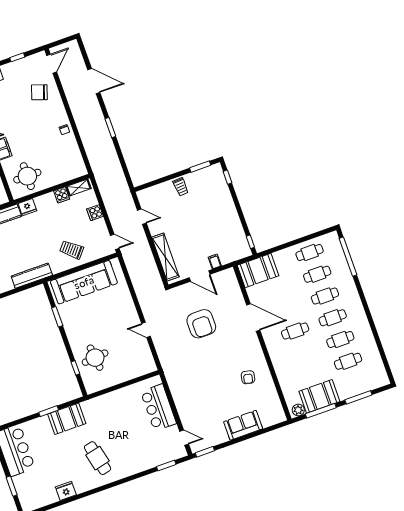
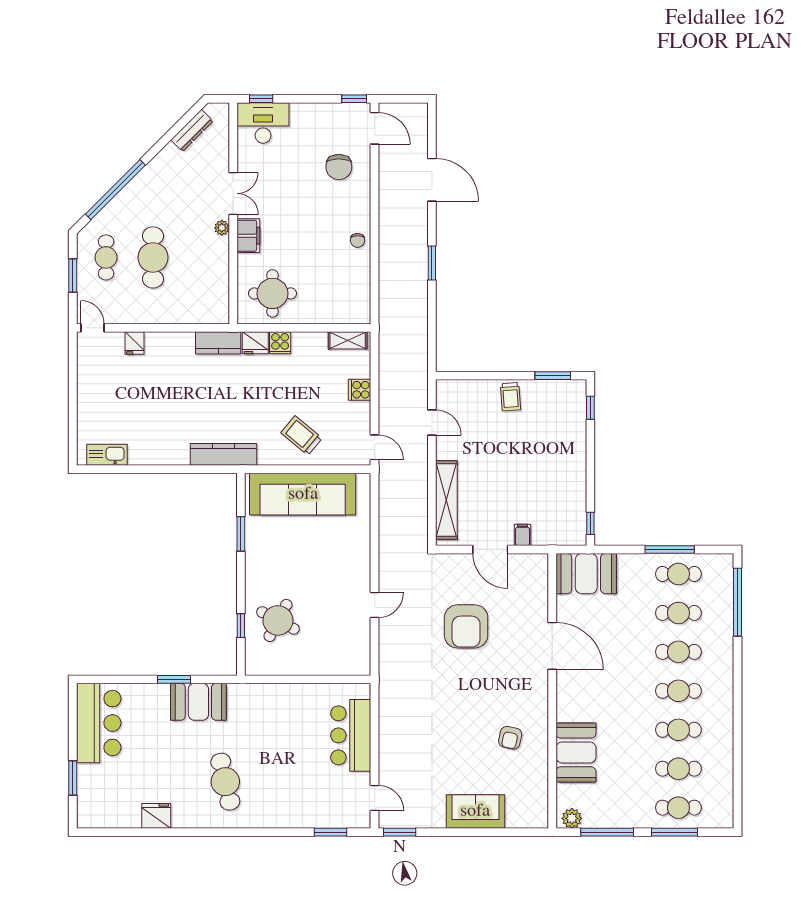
window: (17, 57) -> (354, 99), moved
door: (52, 64) -> (375, 128), hinge flipped
chair: (39, 92) -> (339, 167), turned -109
cooker: (62, 195) -> (280, 343), moved
window: (300, 241) -> (670, 549), added
door: (146, 330) -> (375, 605), swing flipped
cafe table: (295, 331) -> (678, 808), moved
round table: (95, 358) -> (278, 620), turned 34
booth: (319, 396) -> (576, 752), moved, turned 90

